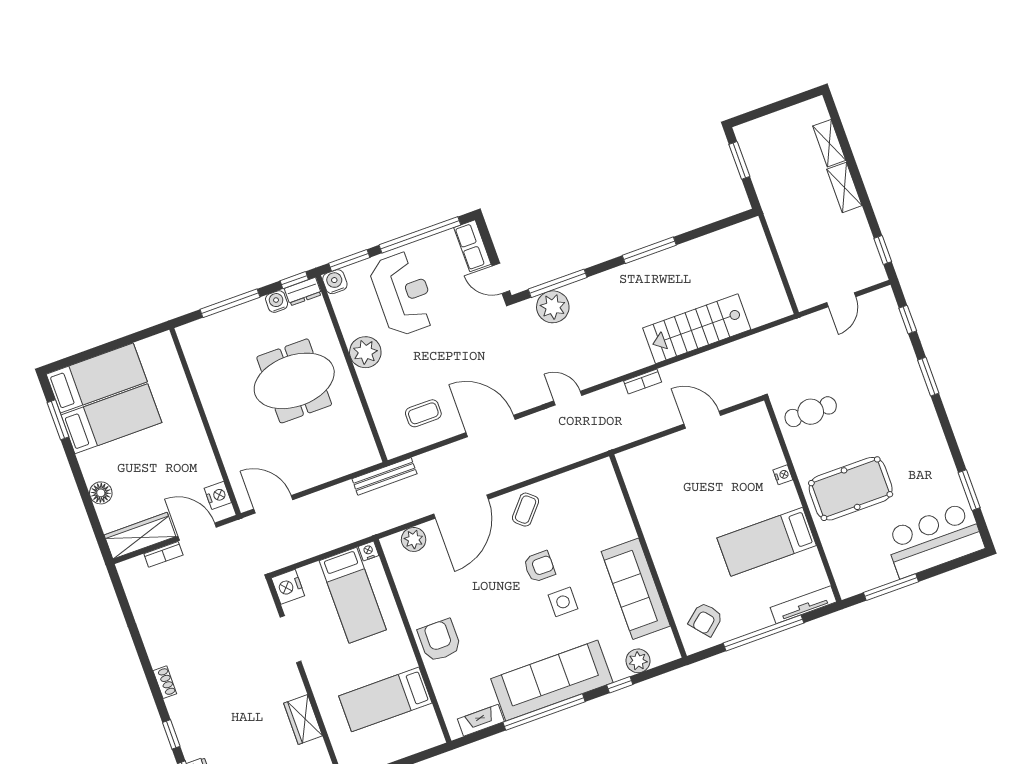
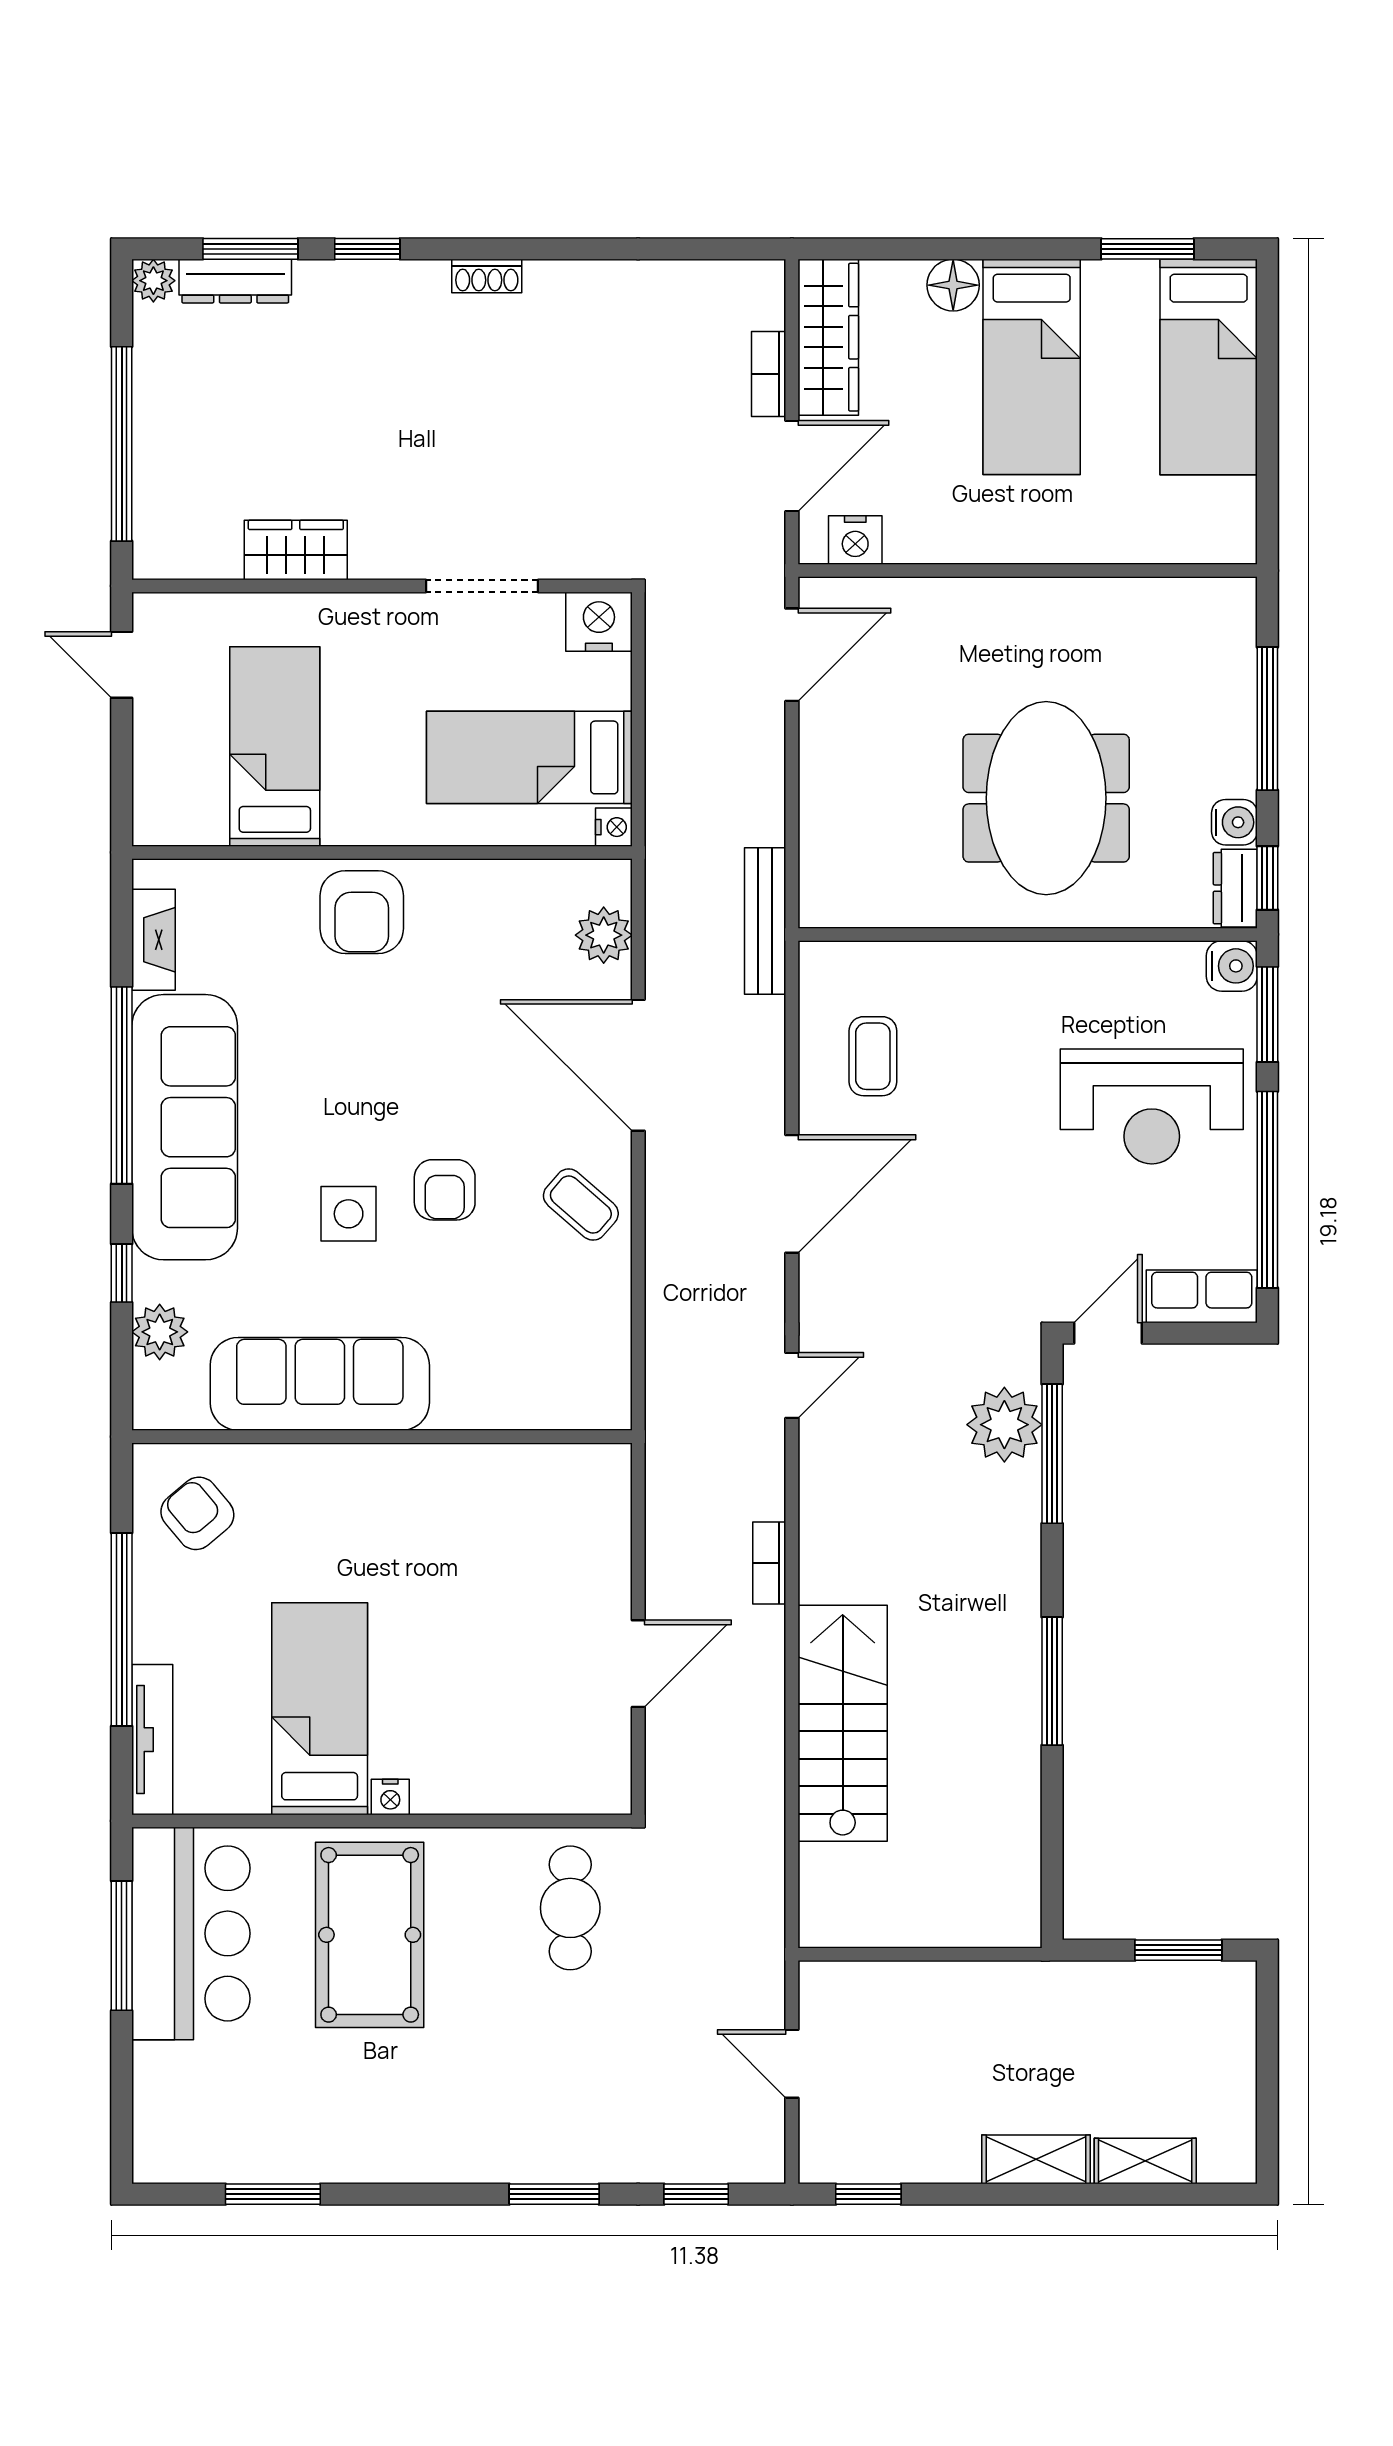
plant: (365, 352) -> (1053, 977), removed
bed: (111, 419) -> (1032, 367), moved
nightstand: (783, 475) -> (390, 1797), moved
bar counter: (934, 540) -> (191, 1933), moved
armchair: (439, 640) -> (362, 912), turned 90

